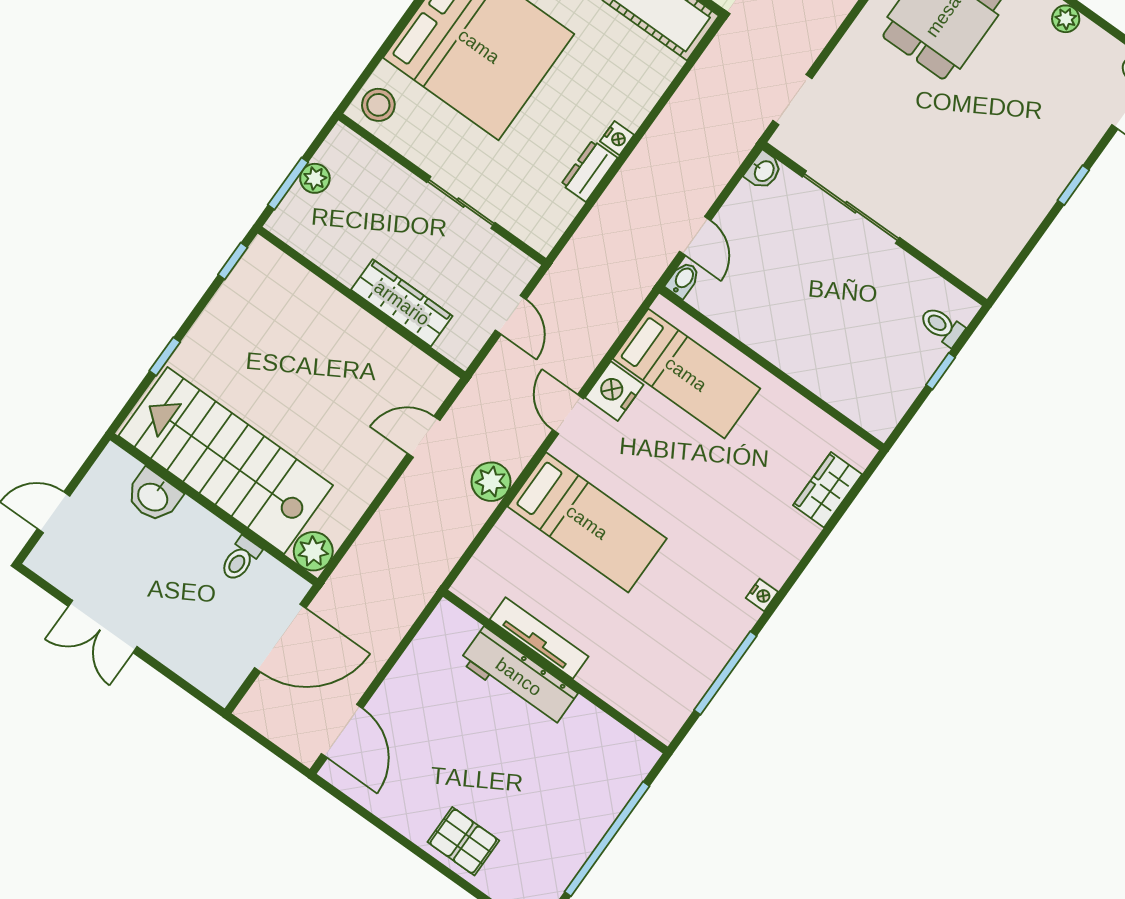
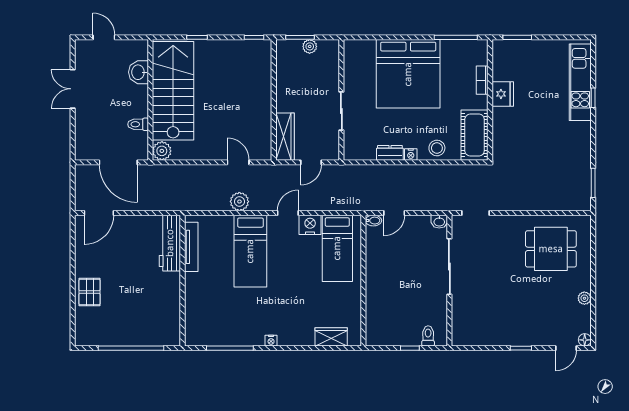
stool: (378, 105) -> (437, 148), moved
wardrobe: (402, 303) -> (285, 137), moved
tv unit: (539, 638) -> (191, 247), moved
workbench: (519, 677) -> (170, 243), moved

